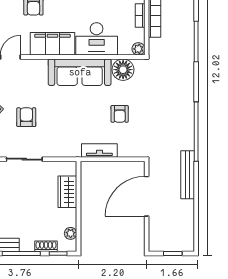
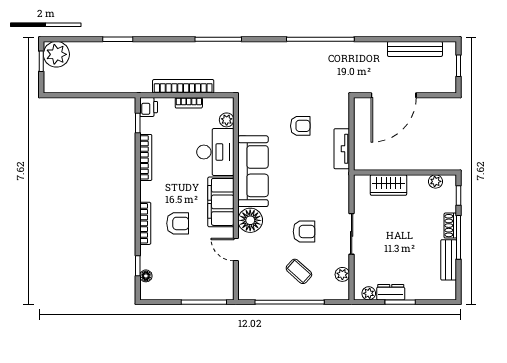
plant: (138, 49) -> (227, 120), moved
floor lamp: (123, 70) -> (250, 220), moved
armchair: (26, 117) -> (304, 232), turned 180
bench: (188, 175) -> (415, 49), moved
door: (147, 196) -> (394, 95), hinge flipped
shoe rack: (46, 246) -> (450, 226), moved

